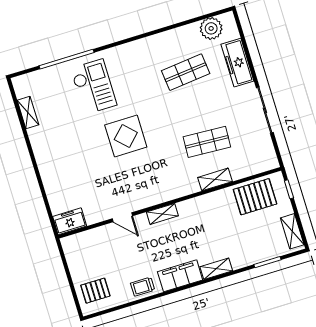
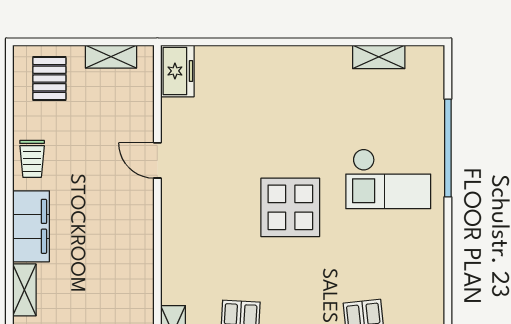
shelving: (162, 214) -> (111, 57), moved, turned 90
door: (122, 217) -> (157, 160), hinge flipped
trolley: (143, 287) -> (32, 159), turned 180

